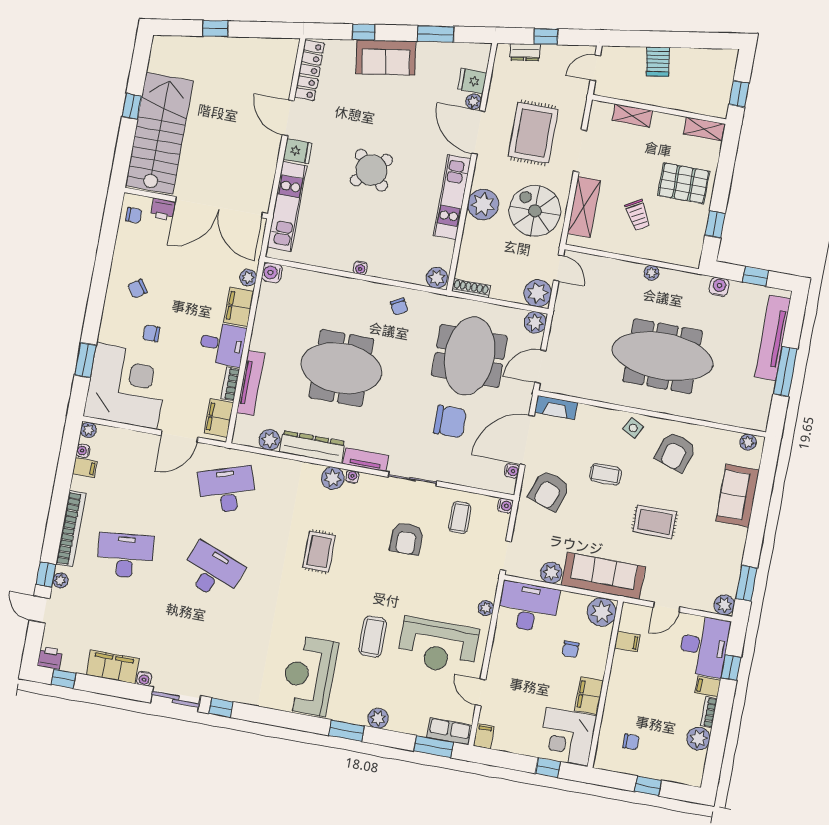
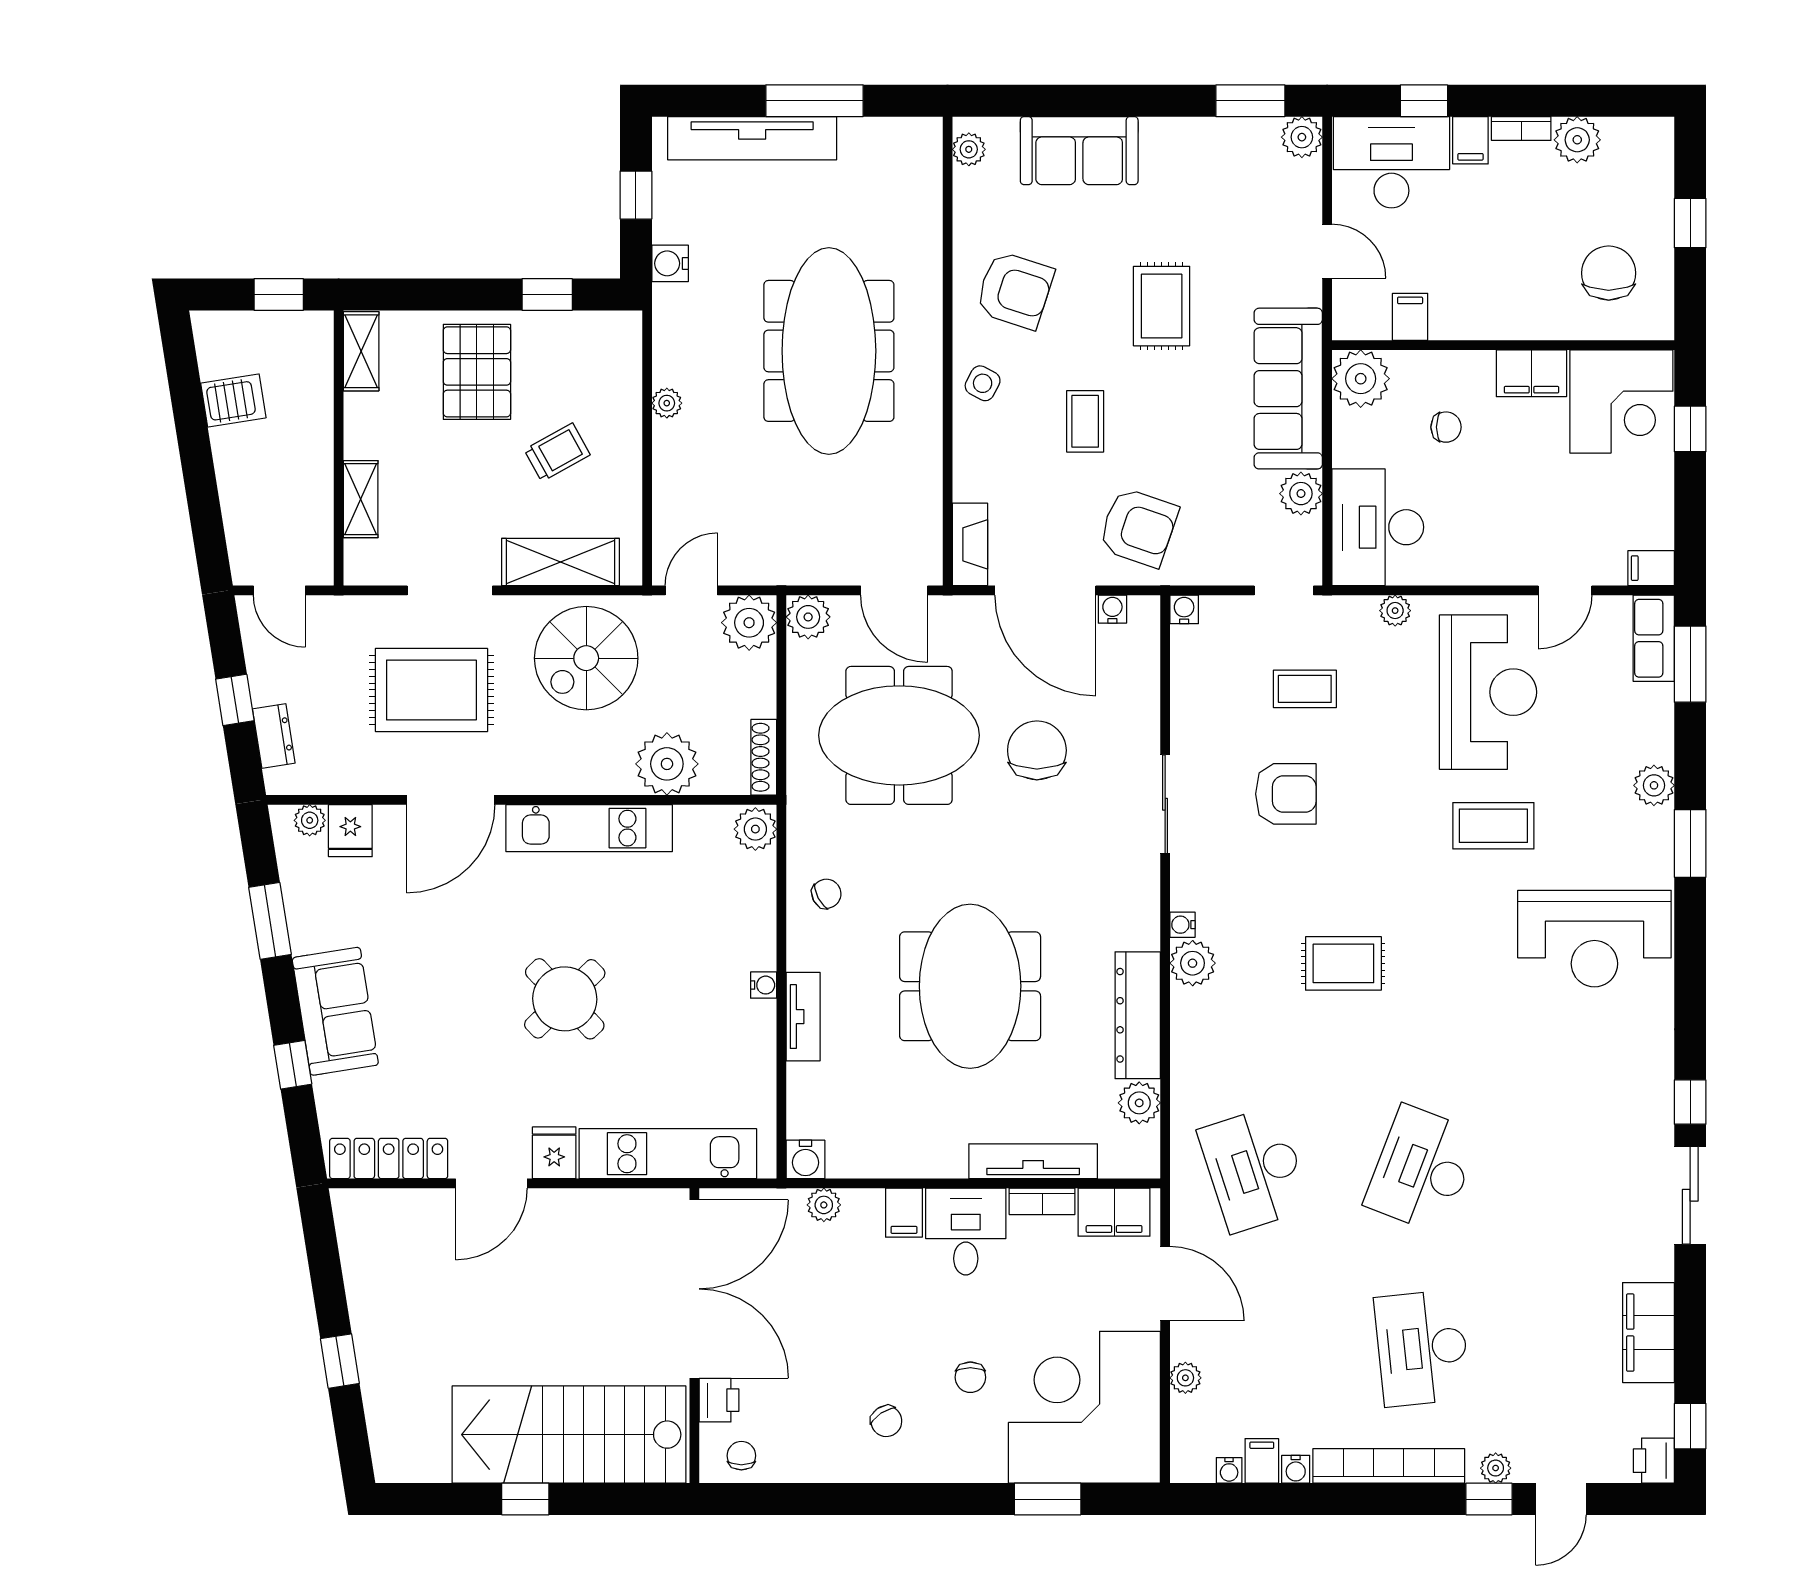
server rack: (658, 62) -> (233, 400), moved
plant: (474, 102) -> (310, 820), moved
plant: (483, 204) -> (667, 764), moved
filing cabinet: (239, 307) -> (904, 1213), width x0.50
plant: (88, 430) -> (1185, 1378), moved
tv unit: (366, 460) -> (803, 1017), moved, turned 180
coffee table: (460, 517) -> (1305, 689), moved
water cooler: (144, 679) -> (1296, 1469), moved, turned 90
chair: (631, 742) -> (1609, 273), width x1.87, depth x1.87

